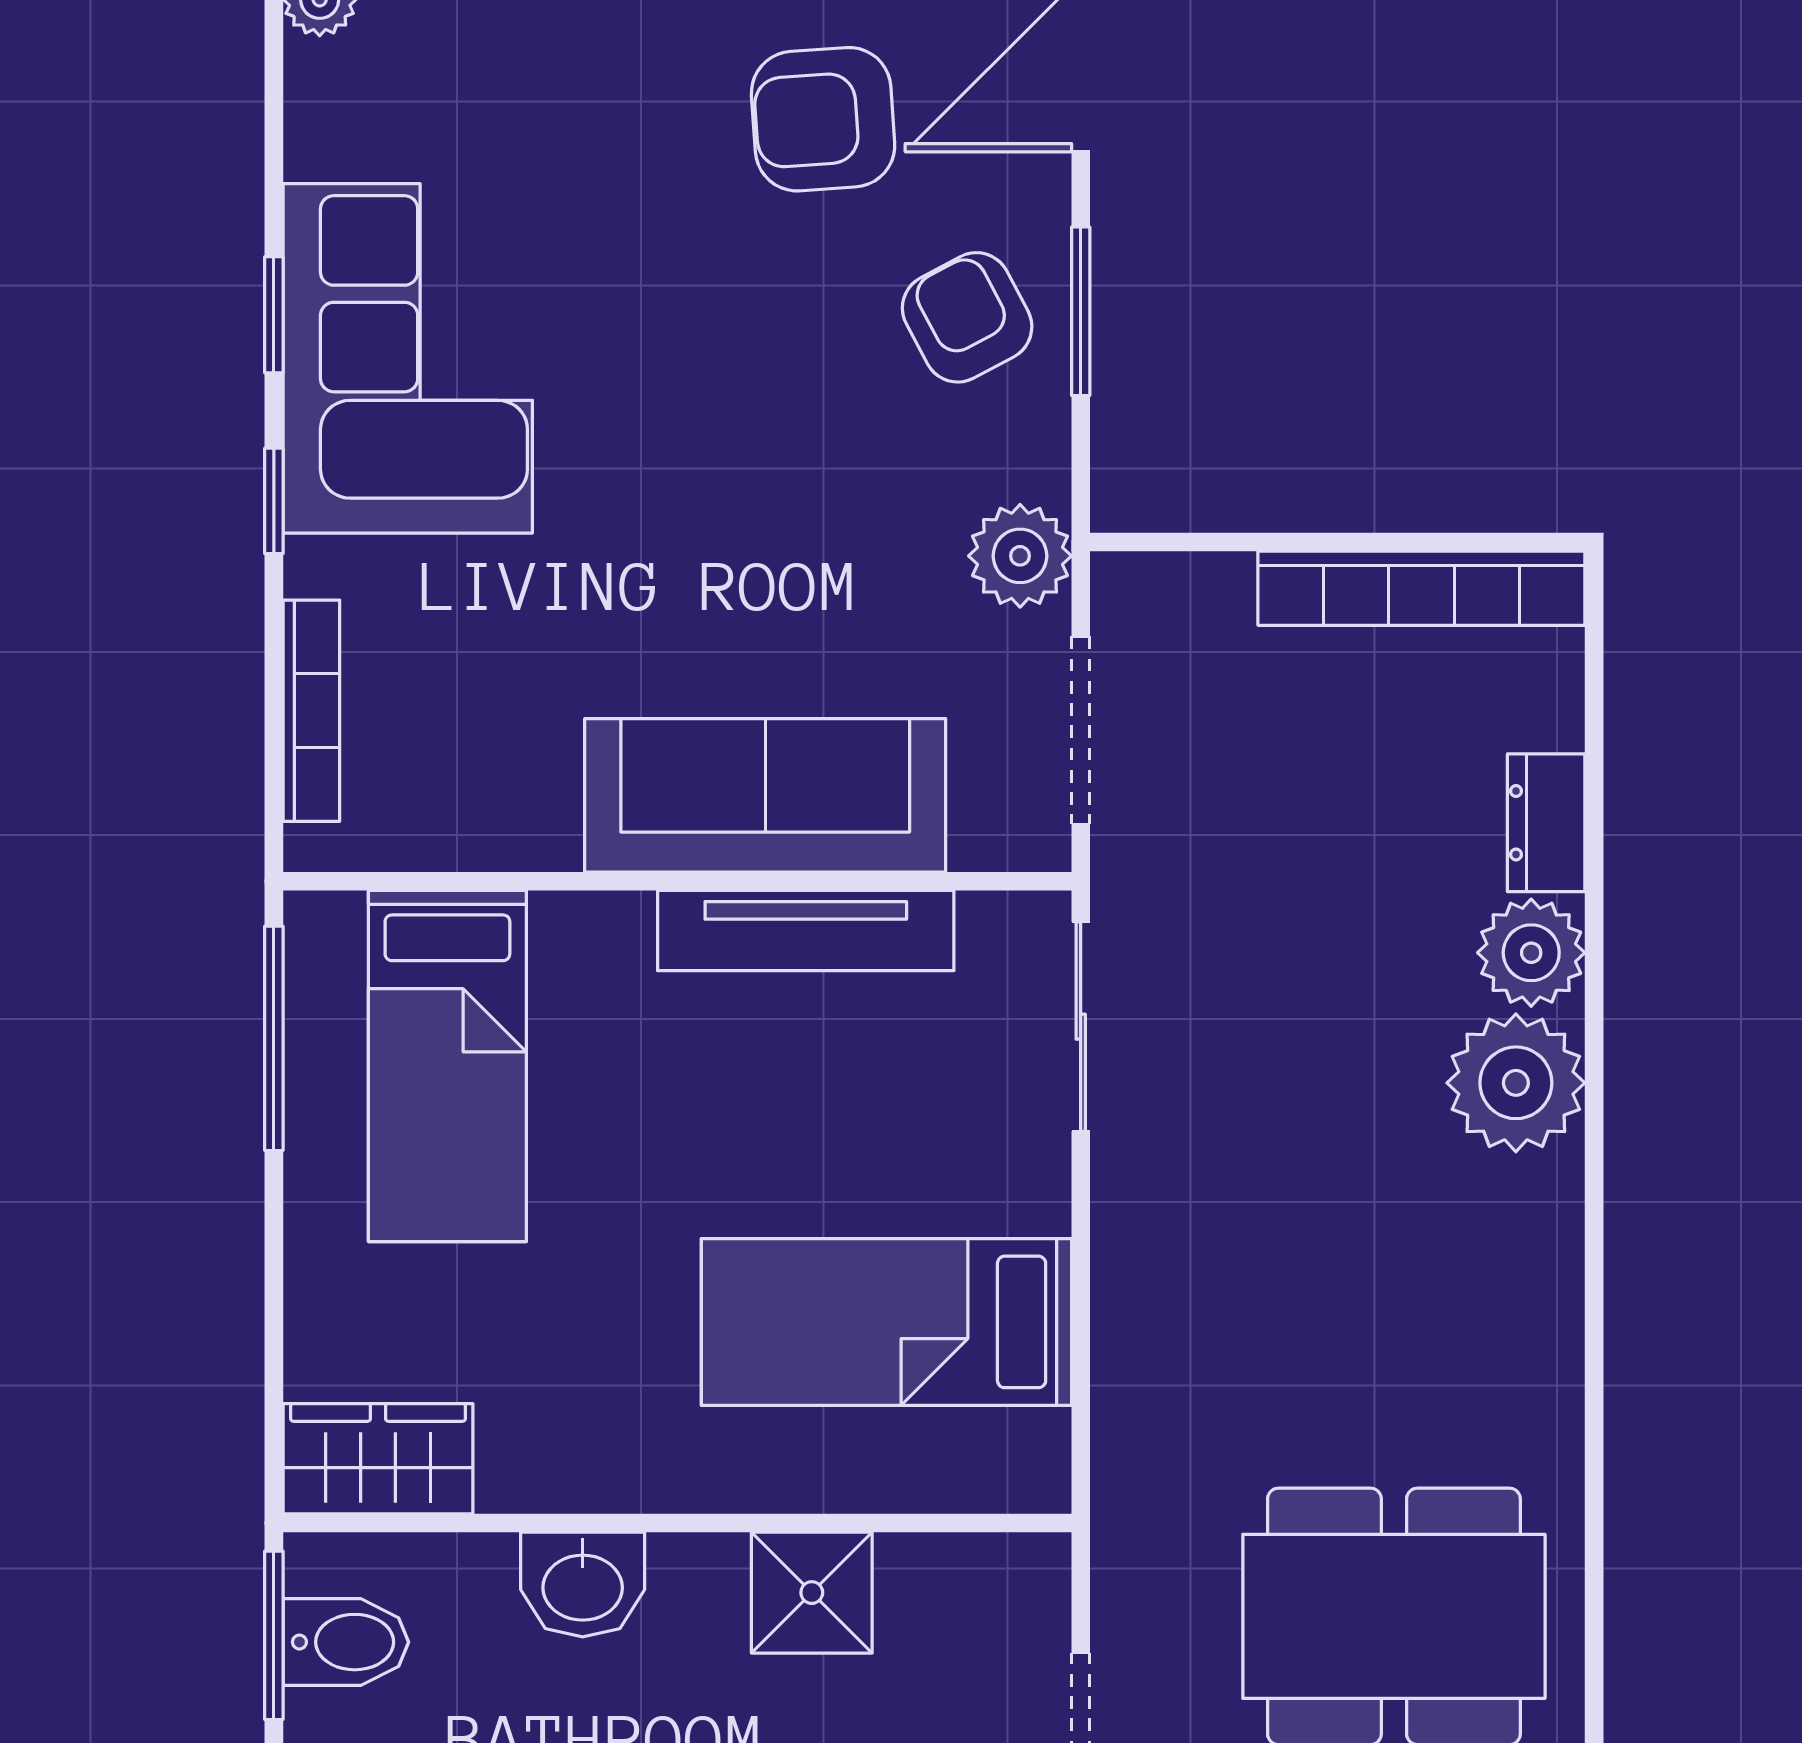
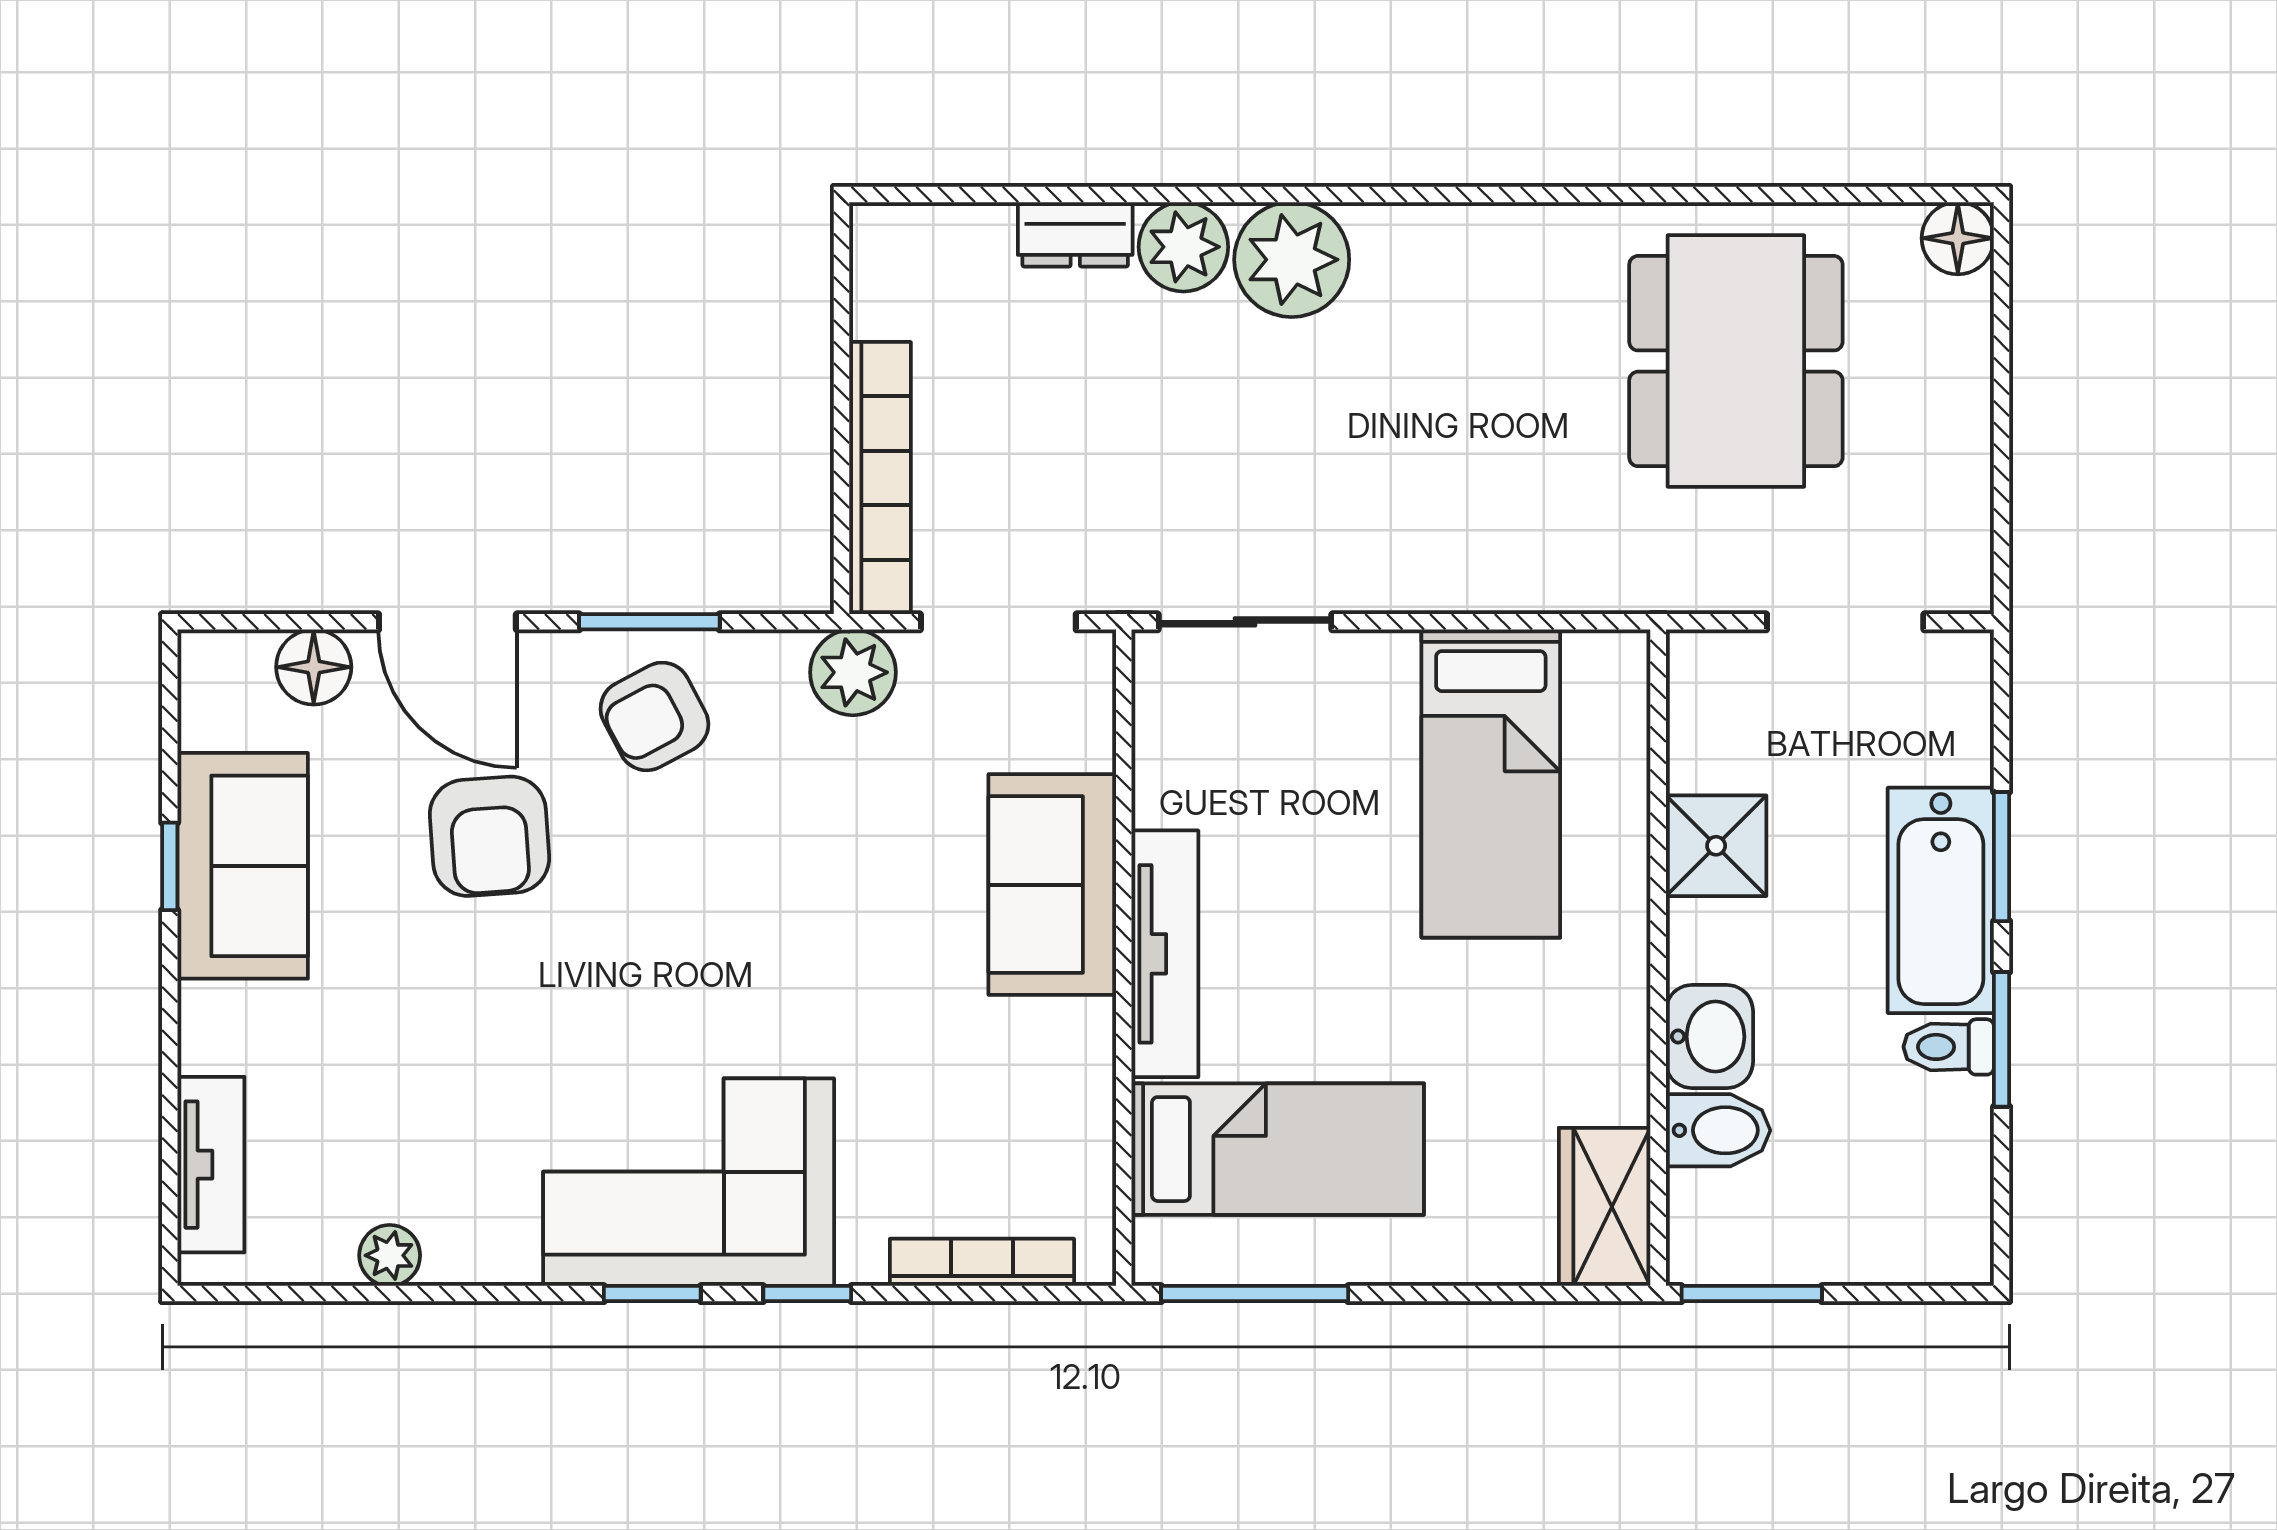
bookcase: (1421, 588) -> (880, 478), moved
sofa: (765, 795) -> (1052, 885), width x0.73
tv unit: (806, 930) -> (1165, 954), moved
bidet: (346, 1642) -> (1718, 1130), moved, turned 90

